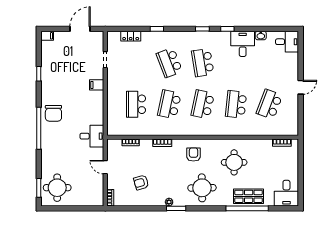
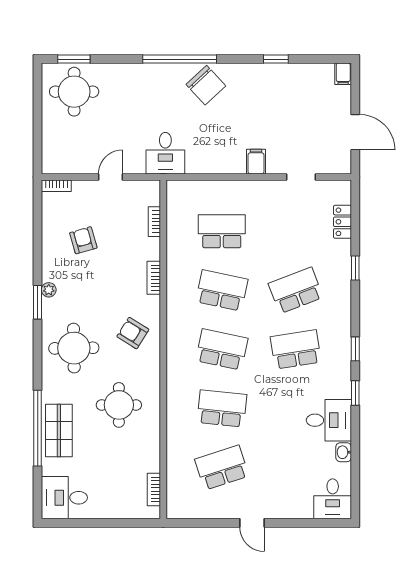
school desk: (269, 104) -> (222, 468), turned -39
chair: (53, 113) -> (206, 85), turned -133
armchair: (193, 155) -> (133, 333), turned -148

